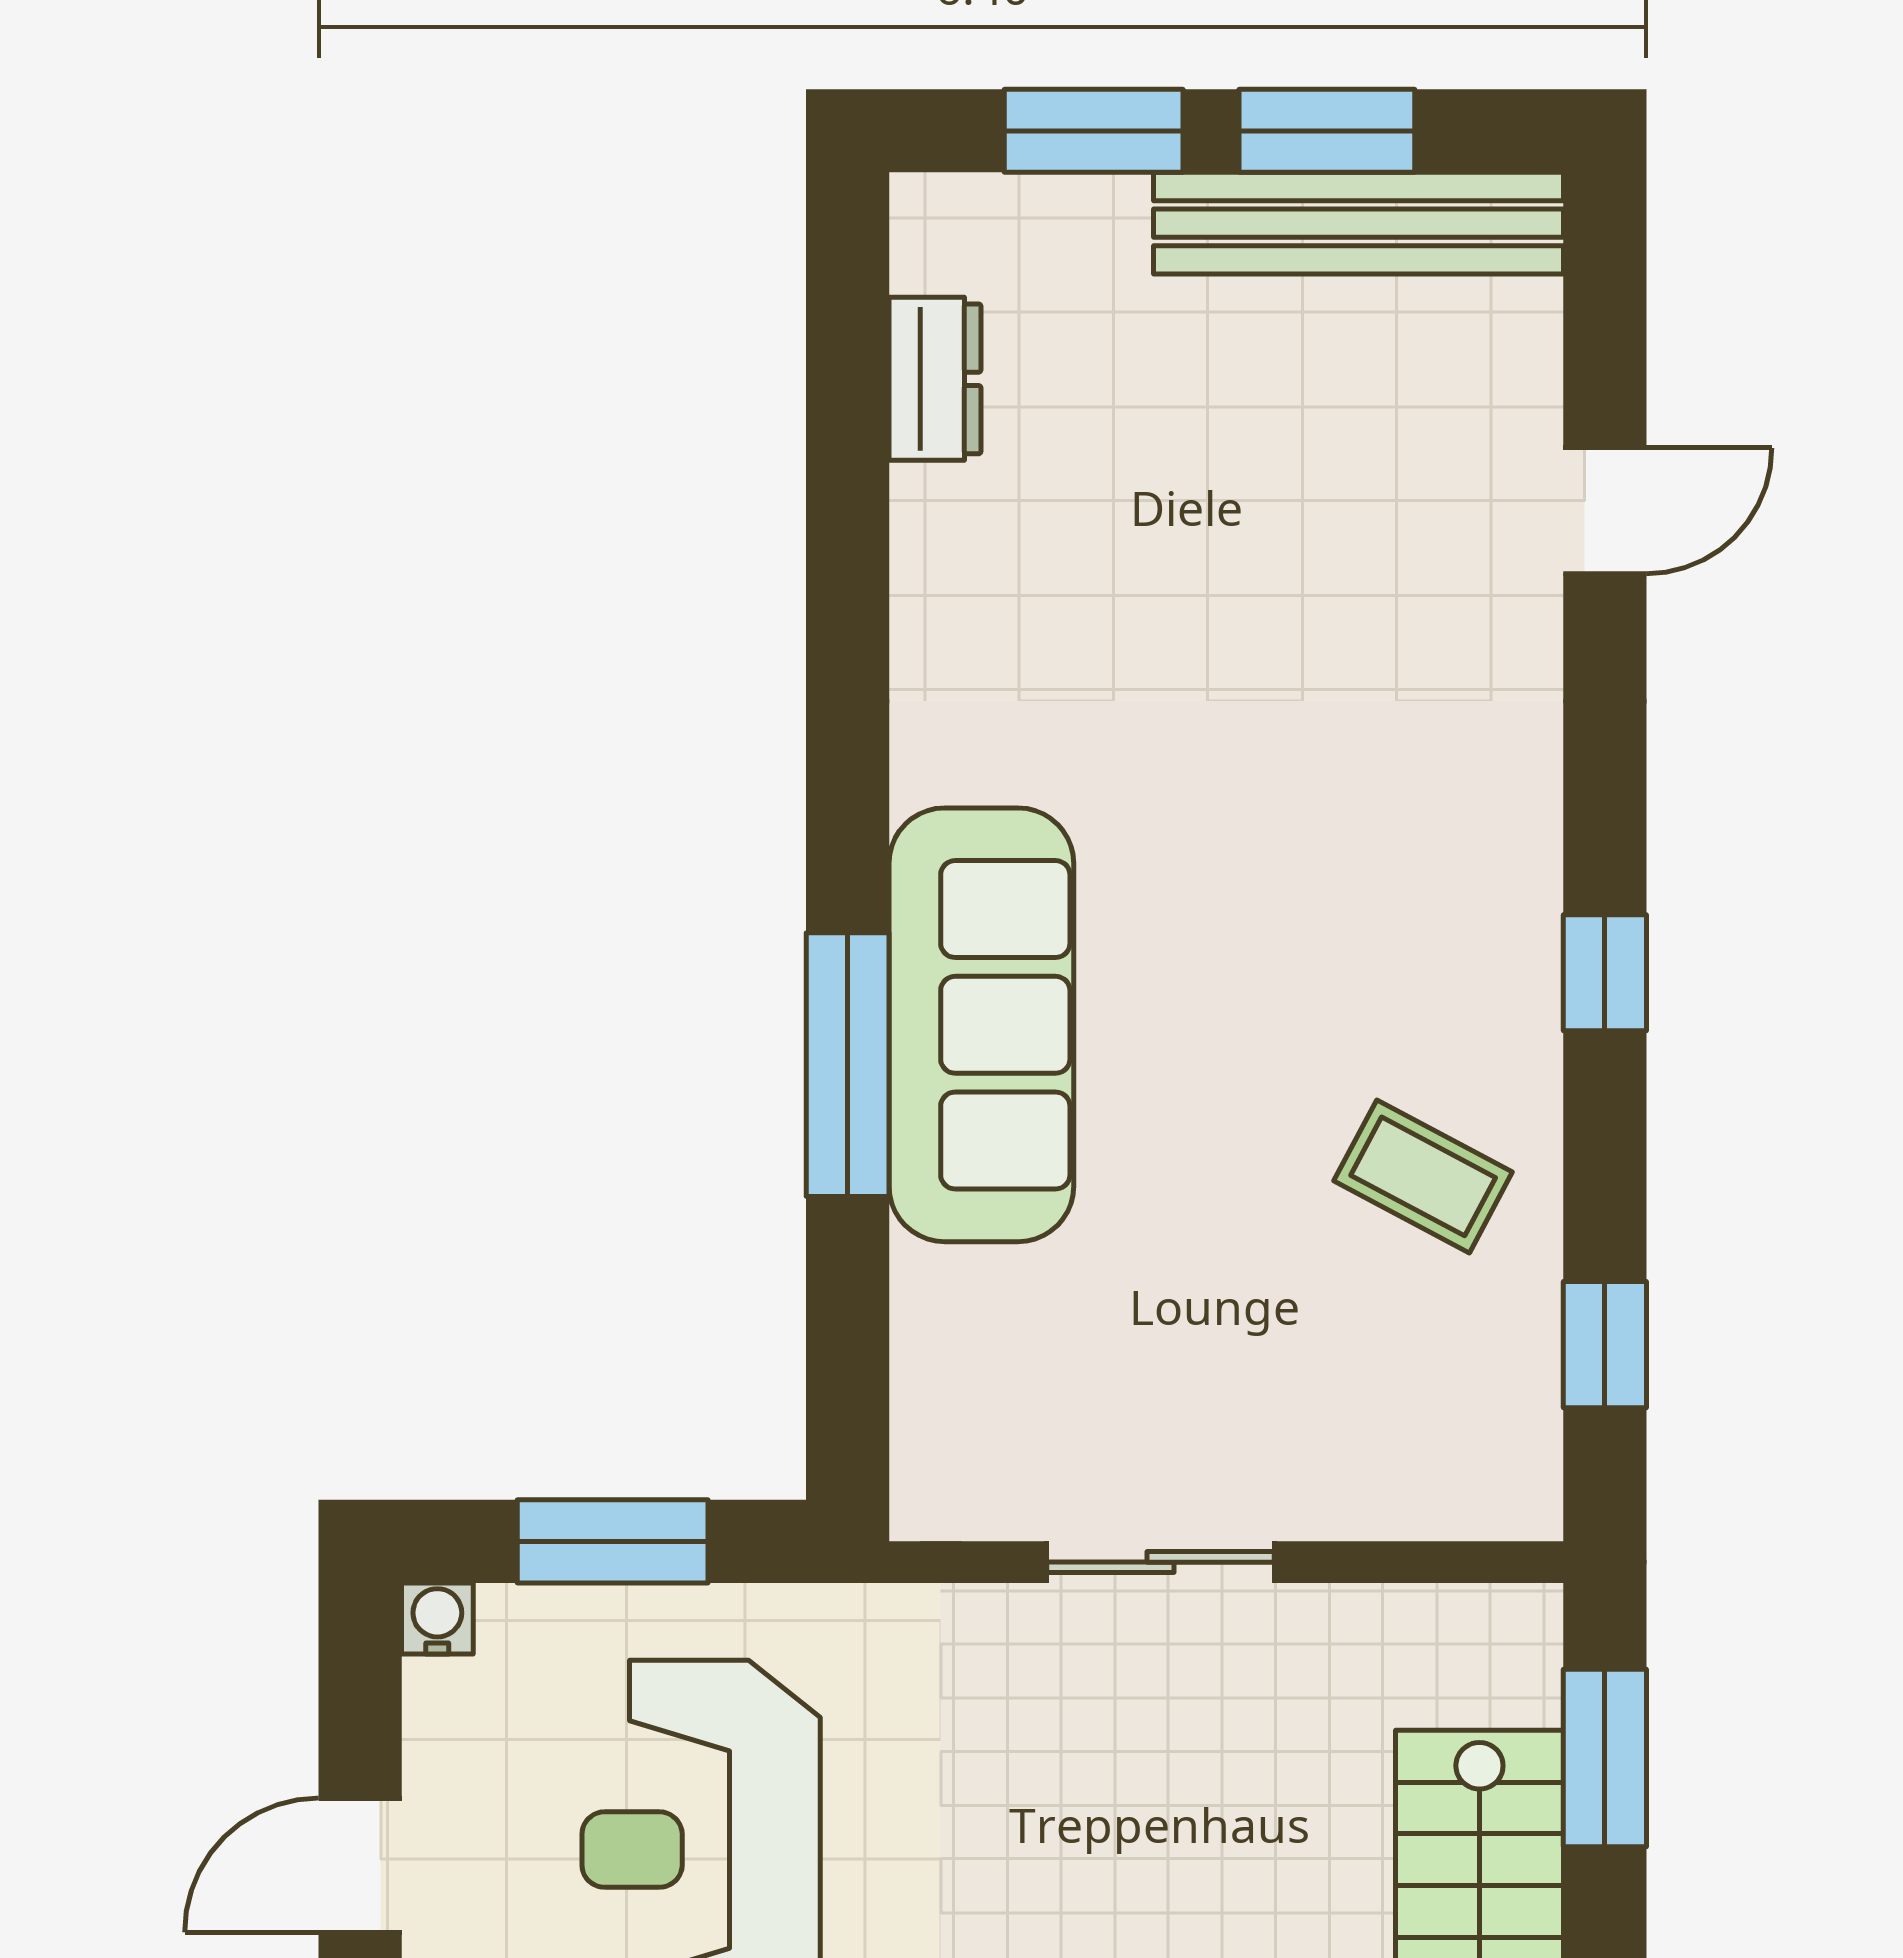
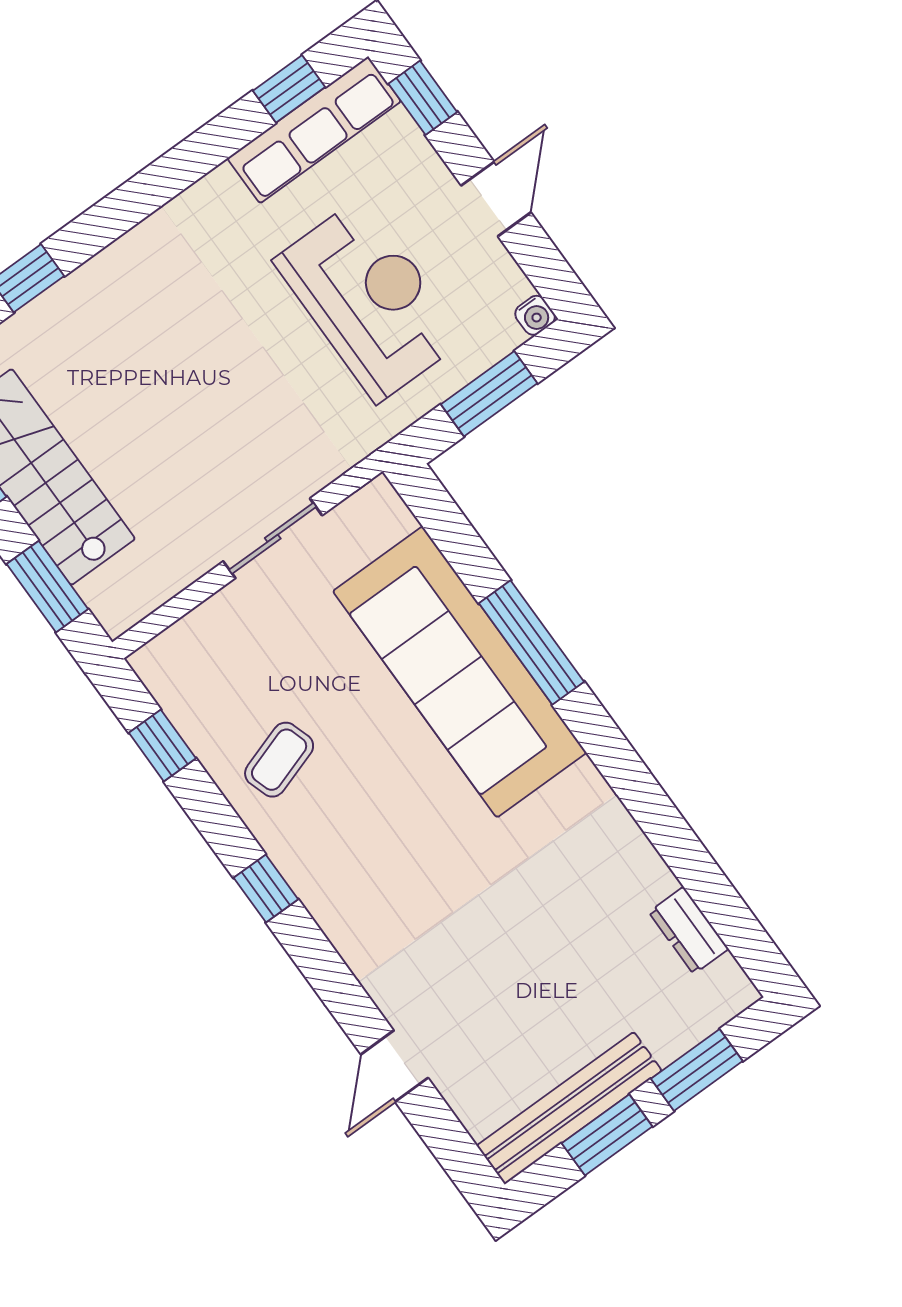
sofa: (981, 1025) -> (460, 672), width x1.36, depth x1.27
coffee table: (1423, 1176) -> (279, 760), turned -46

